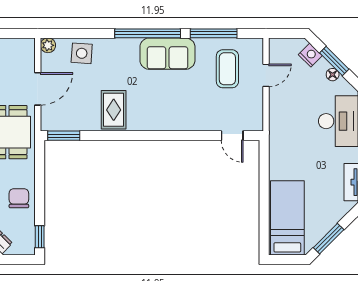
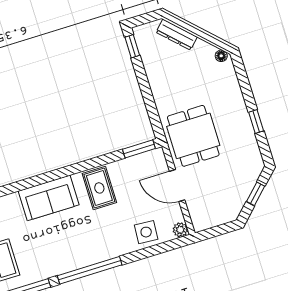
sofa: (167, 54) -> (49, 198), moved, turned 180
door: (38, 89) -> (177, 186), hinge flipped
chair: (19, 198) -> (163, 77), removed

